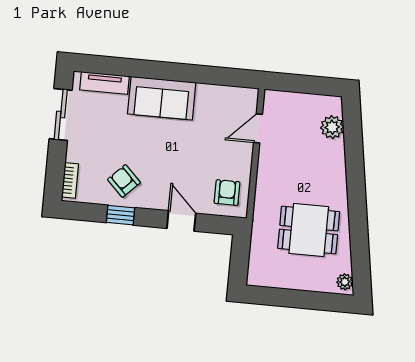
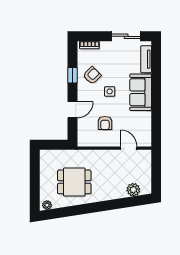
side table: (155, 153) -> (110, 91), added
armchair: (227, 193) -> (105, 123), moved, turned 90
dining table: (309, 230) -> (74, 182), turned 90

